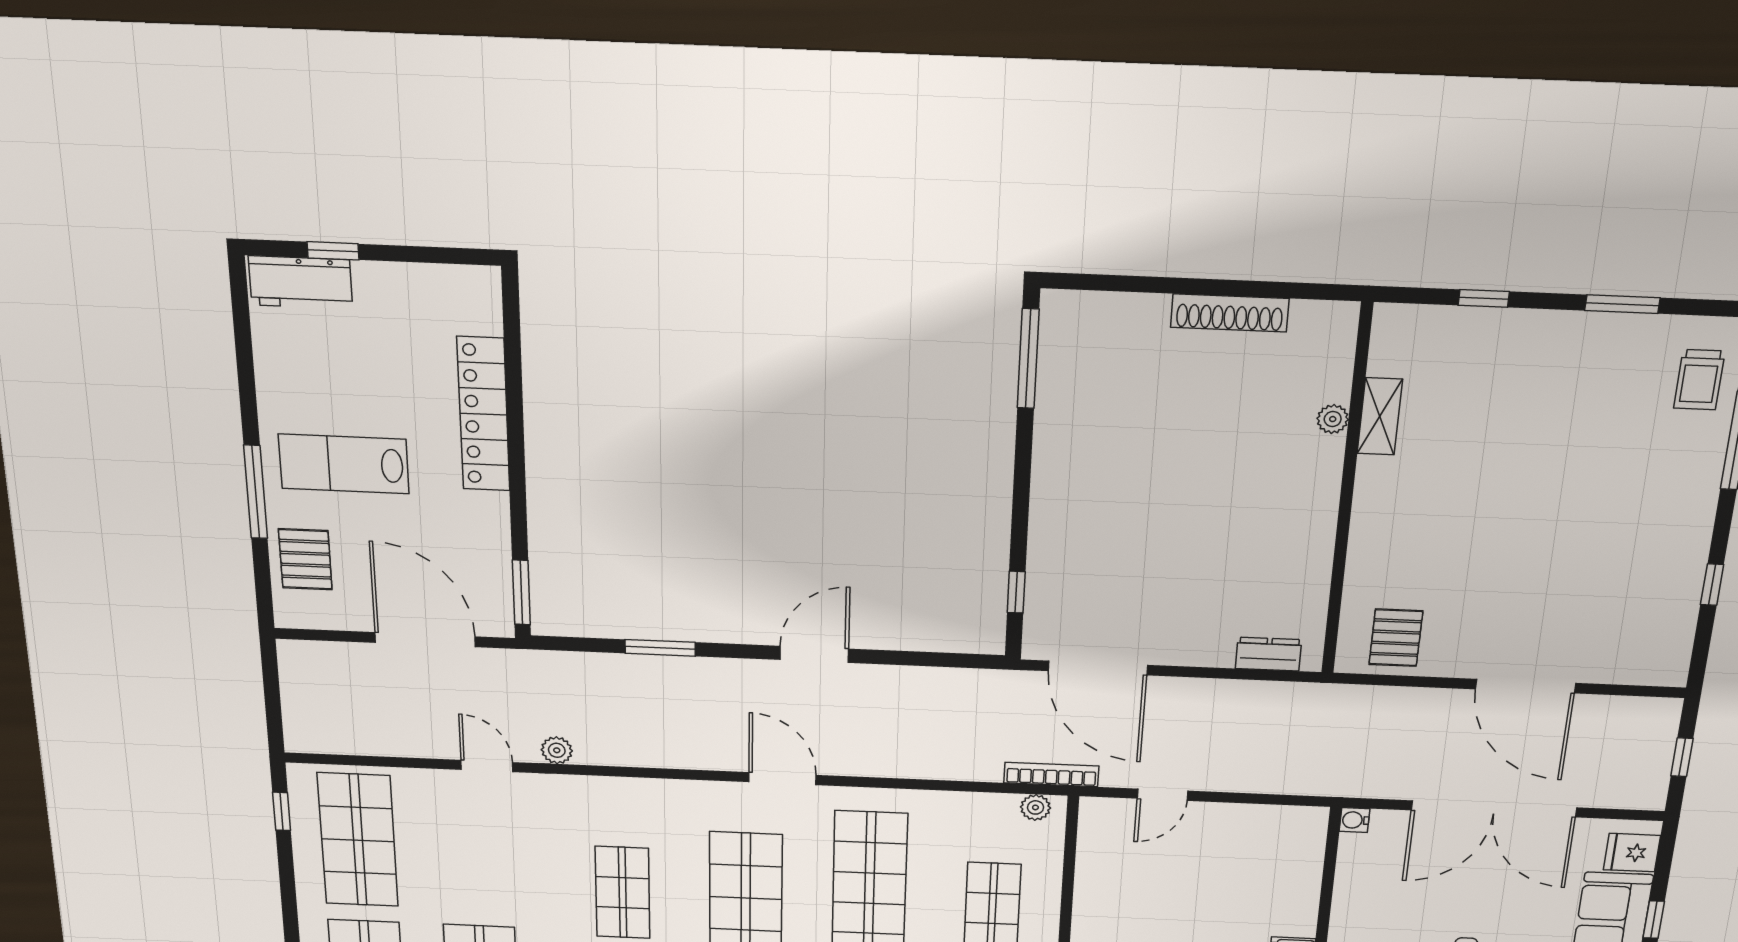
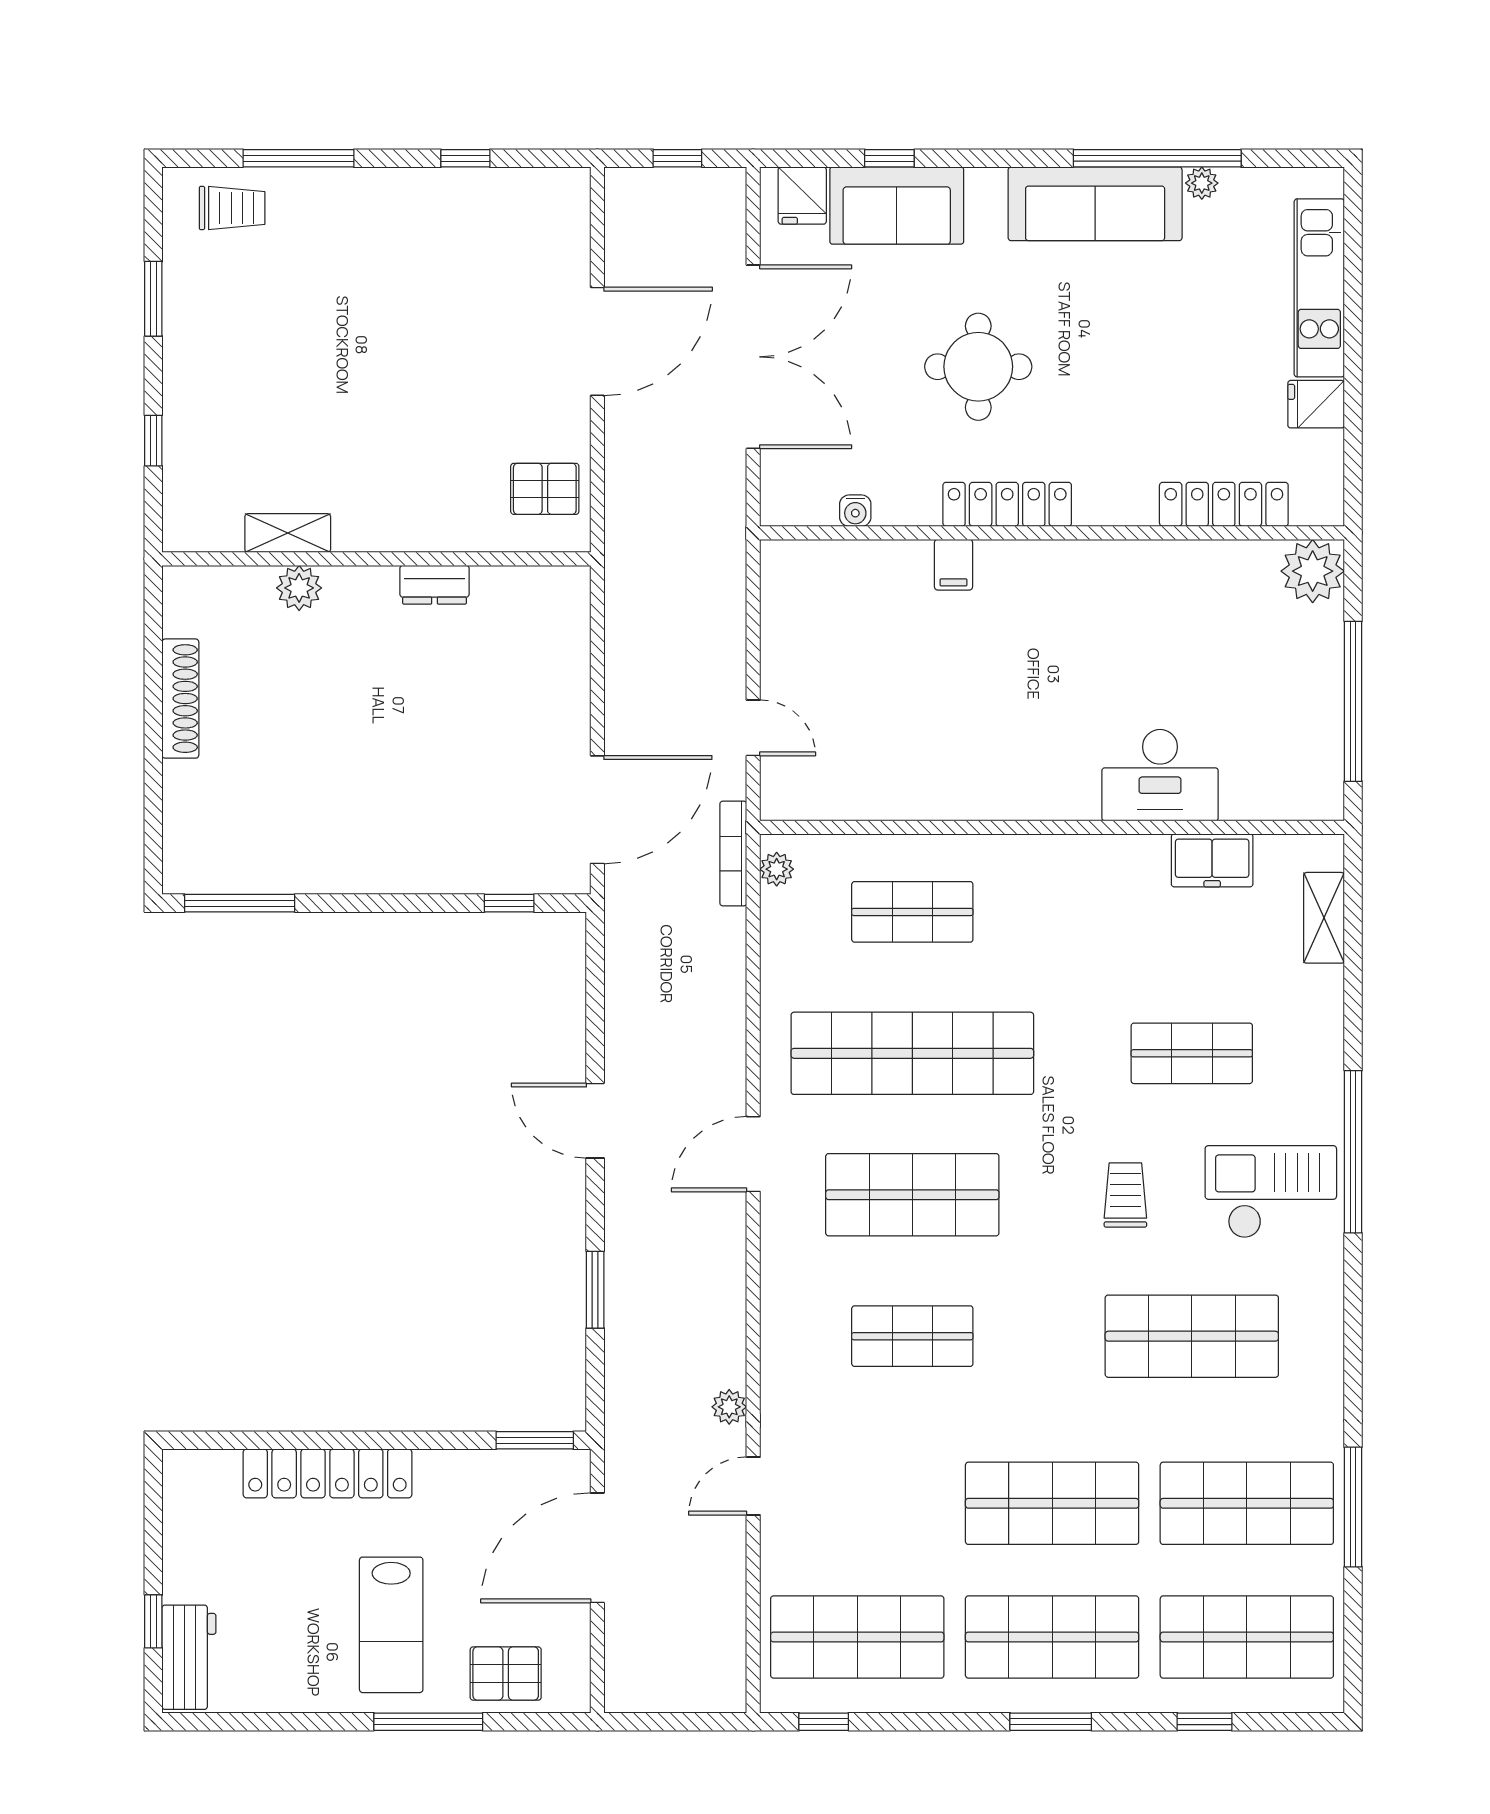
plant: (1333, 419) -> (299, 588), width x1.38, depth x1.38
dresser: (1268, 654) -> (435, 585), moved, turned -90
water cooler: (1355, 820) -> (855, 511), moved

